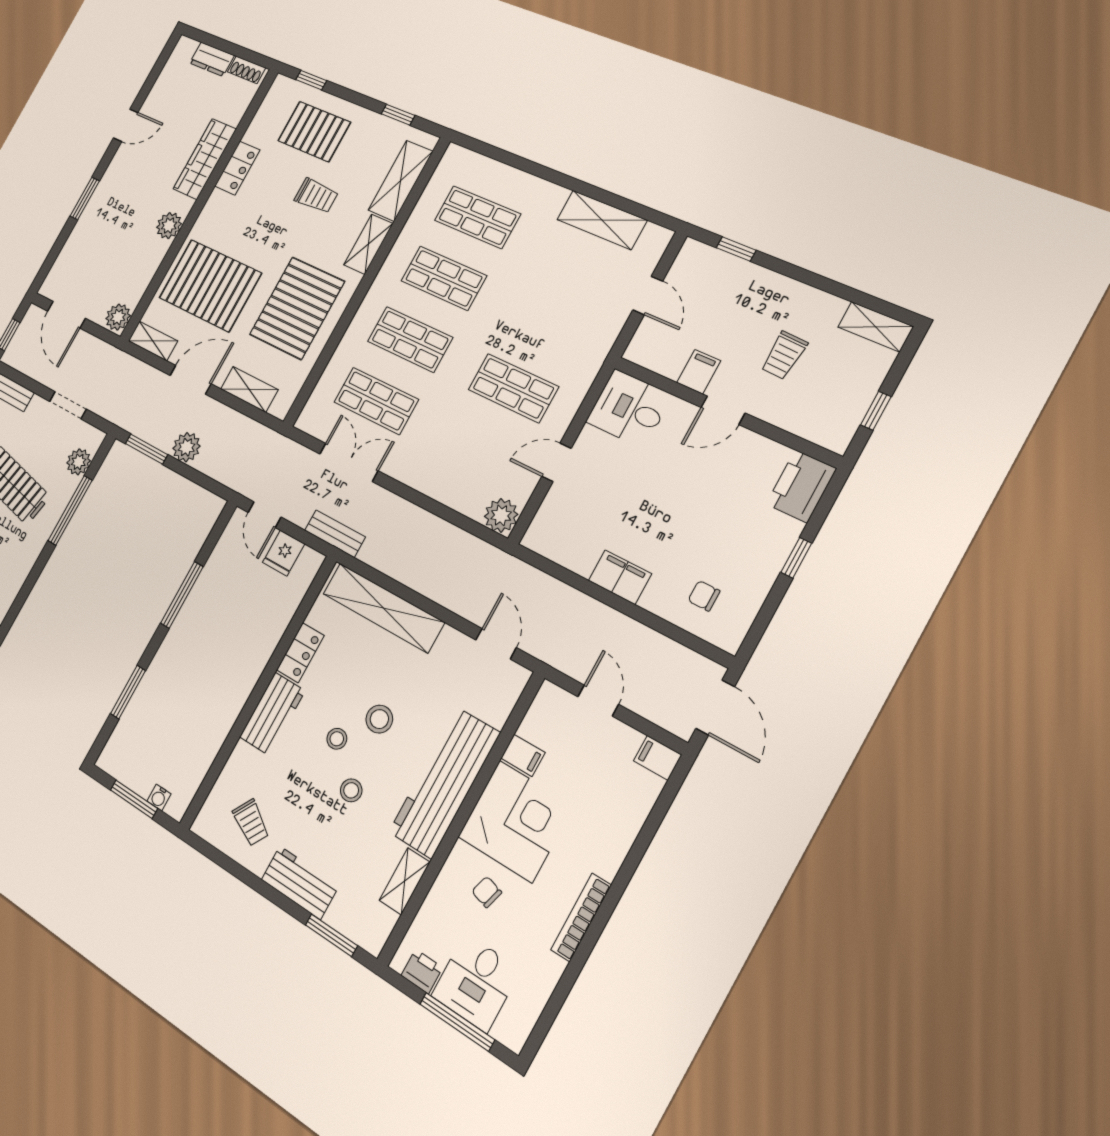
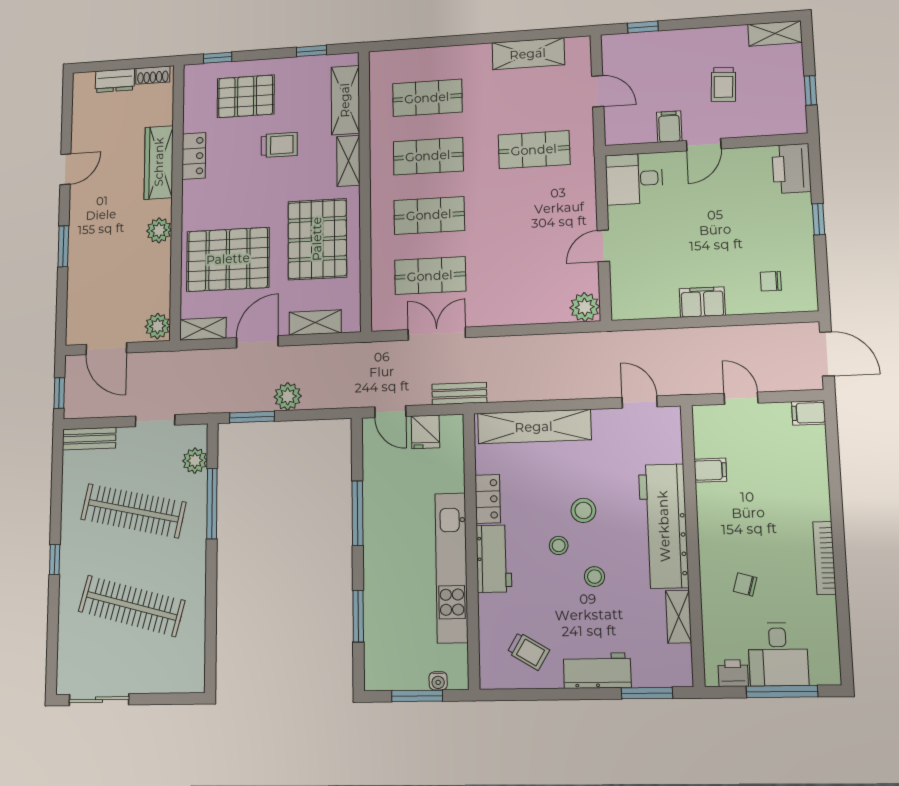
shop shelf: (513, 388) -> (534, 150), moved
kitchen unit: (231, 698) -> (451, 568), added
corner desk: (516, 821) -> (735, 520), removed

